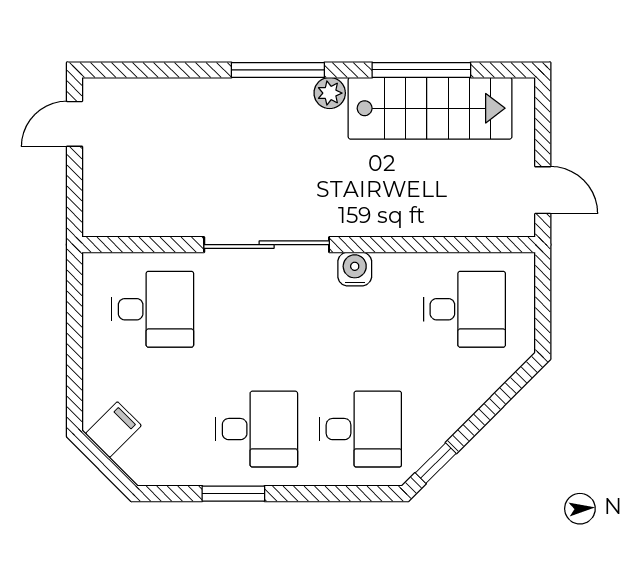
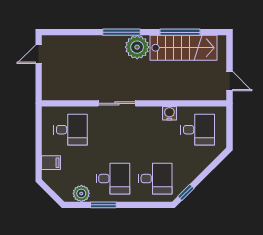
plant: (330, 93) -> (137, 47), width x1.87, depth x1.87
sliding door: (267, 245) -> (117, 103), width x0.73
water cooler: (355, 269) -> (169, 113), moved
filing cabinet: (113, 430) -> (51, 163), moved, turned 45
plant: (179, 466) -> (81, 193), added

